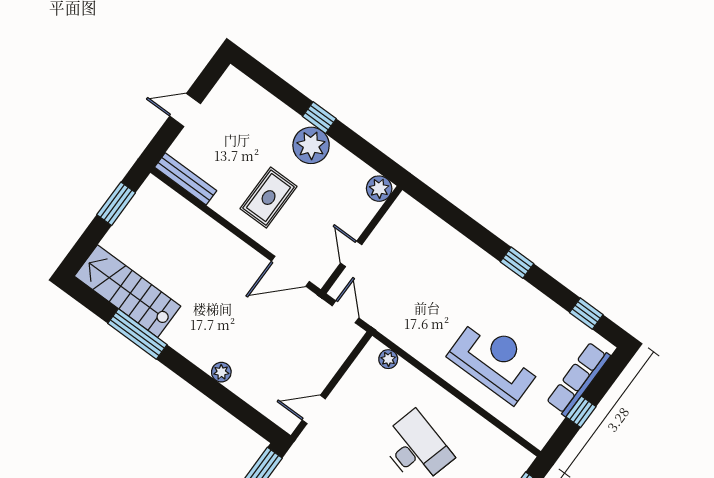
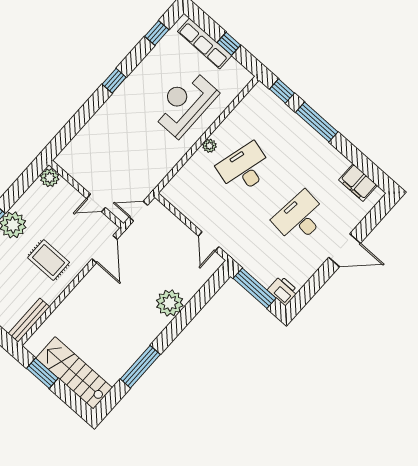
stairs: (128, 291) -> (74, 373), moved, turned 90
plant: (388, 359) -> (209, 146), moved
plant: (221, 372) -> (170, 303), width x1.87, depth x1.87

